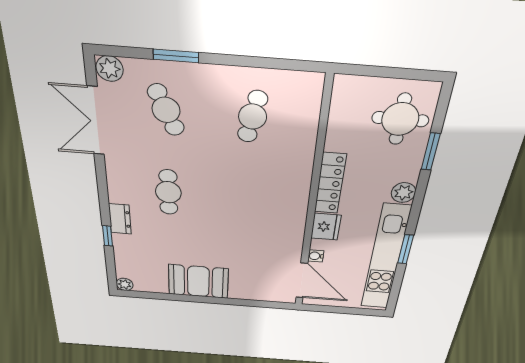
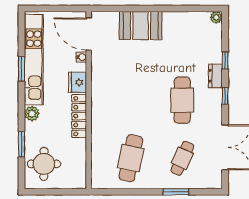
plant: (110, 69) -> (214, 181), removed
cafe table: (166, 110) -> (182, 158), turned 48
cafe table: (253, 117) -> (131, 158), width x1.37, depth x1.35
window: (103, 192) -> (225, 96), added
cafe table: (168, 192) -> (182, 100), width x1.37, depth x1.35
booth: (198, 281) -> (141, 26), moved

